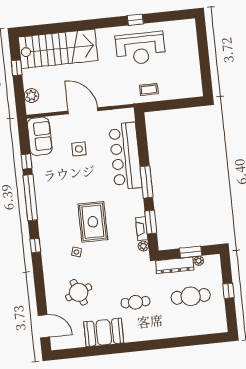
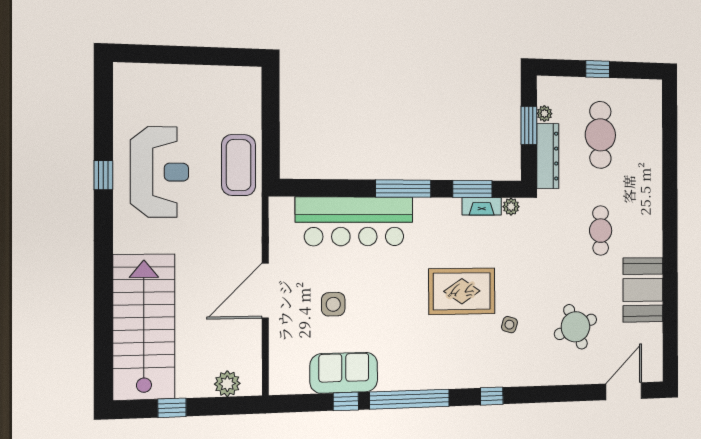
coffee table: (149, 89) -> (239, 165), width x1.86, depth x1.72
sofa: (40, 136) -> (344, 373), moved

